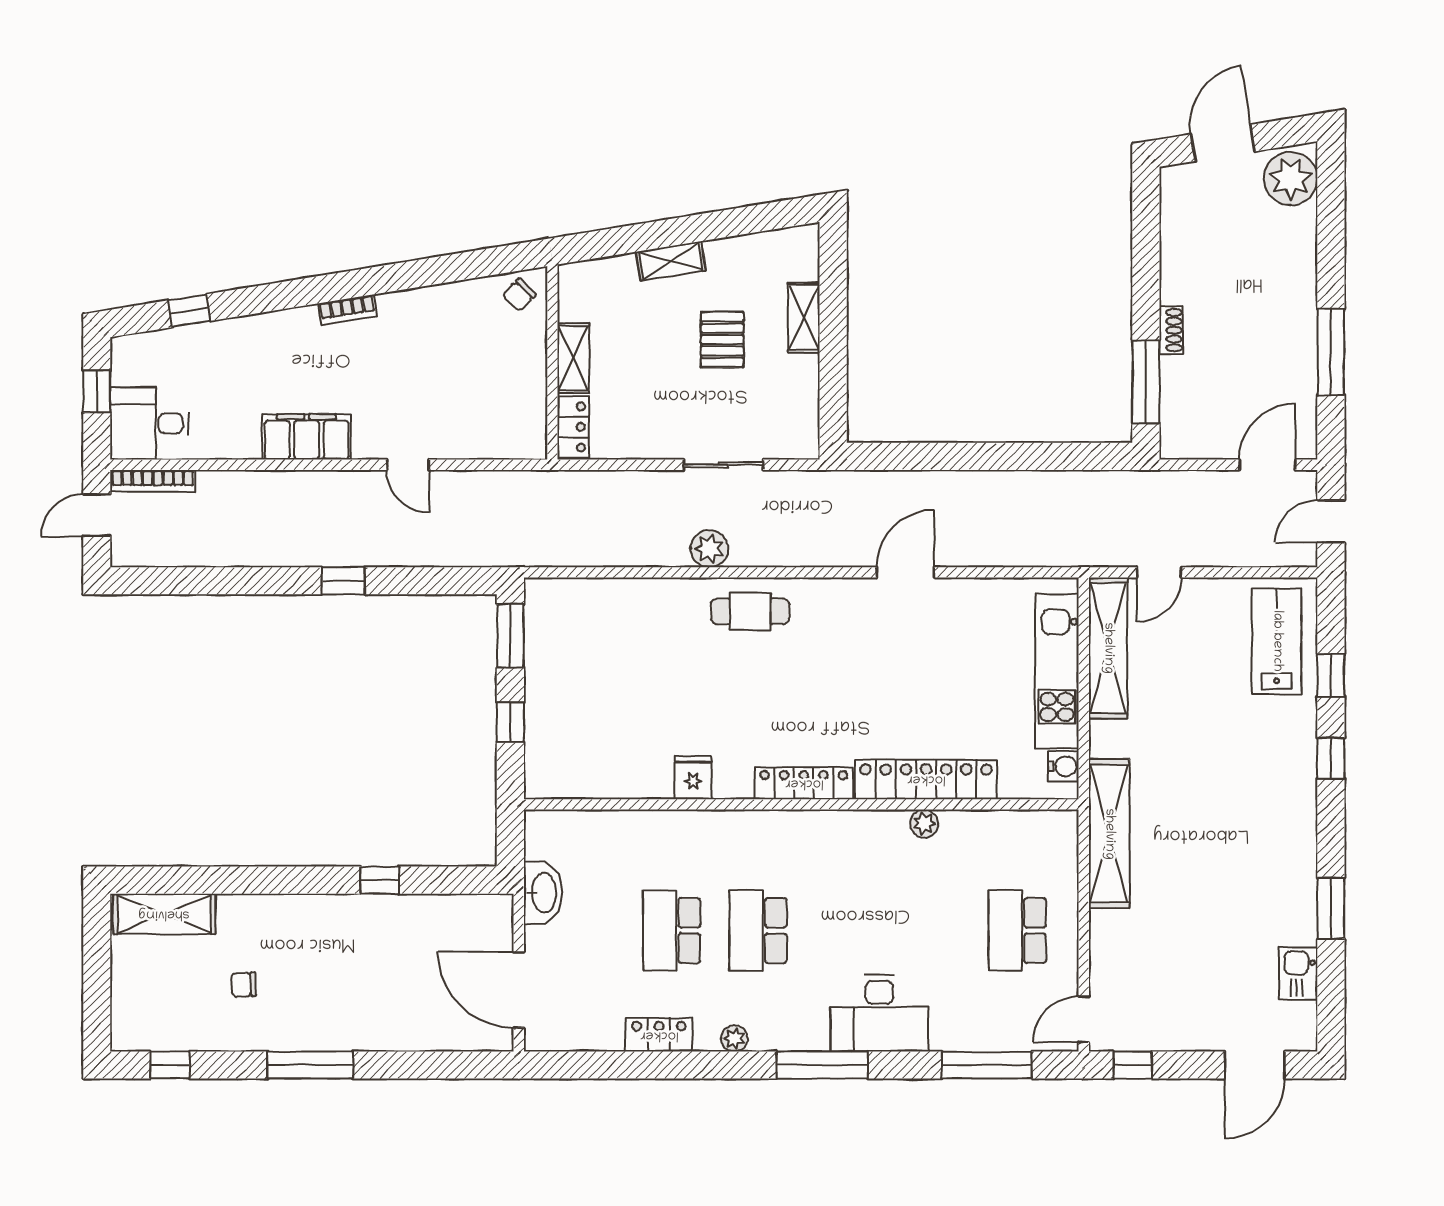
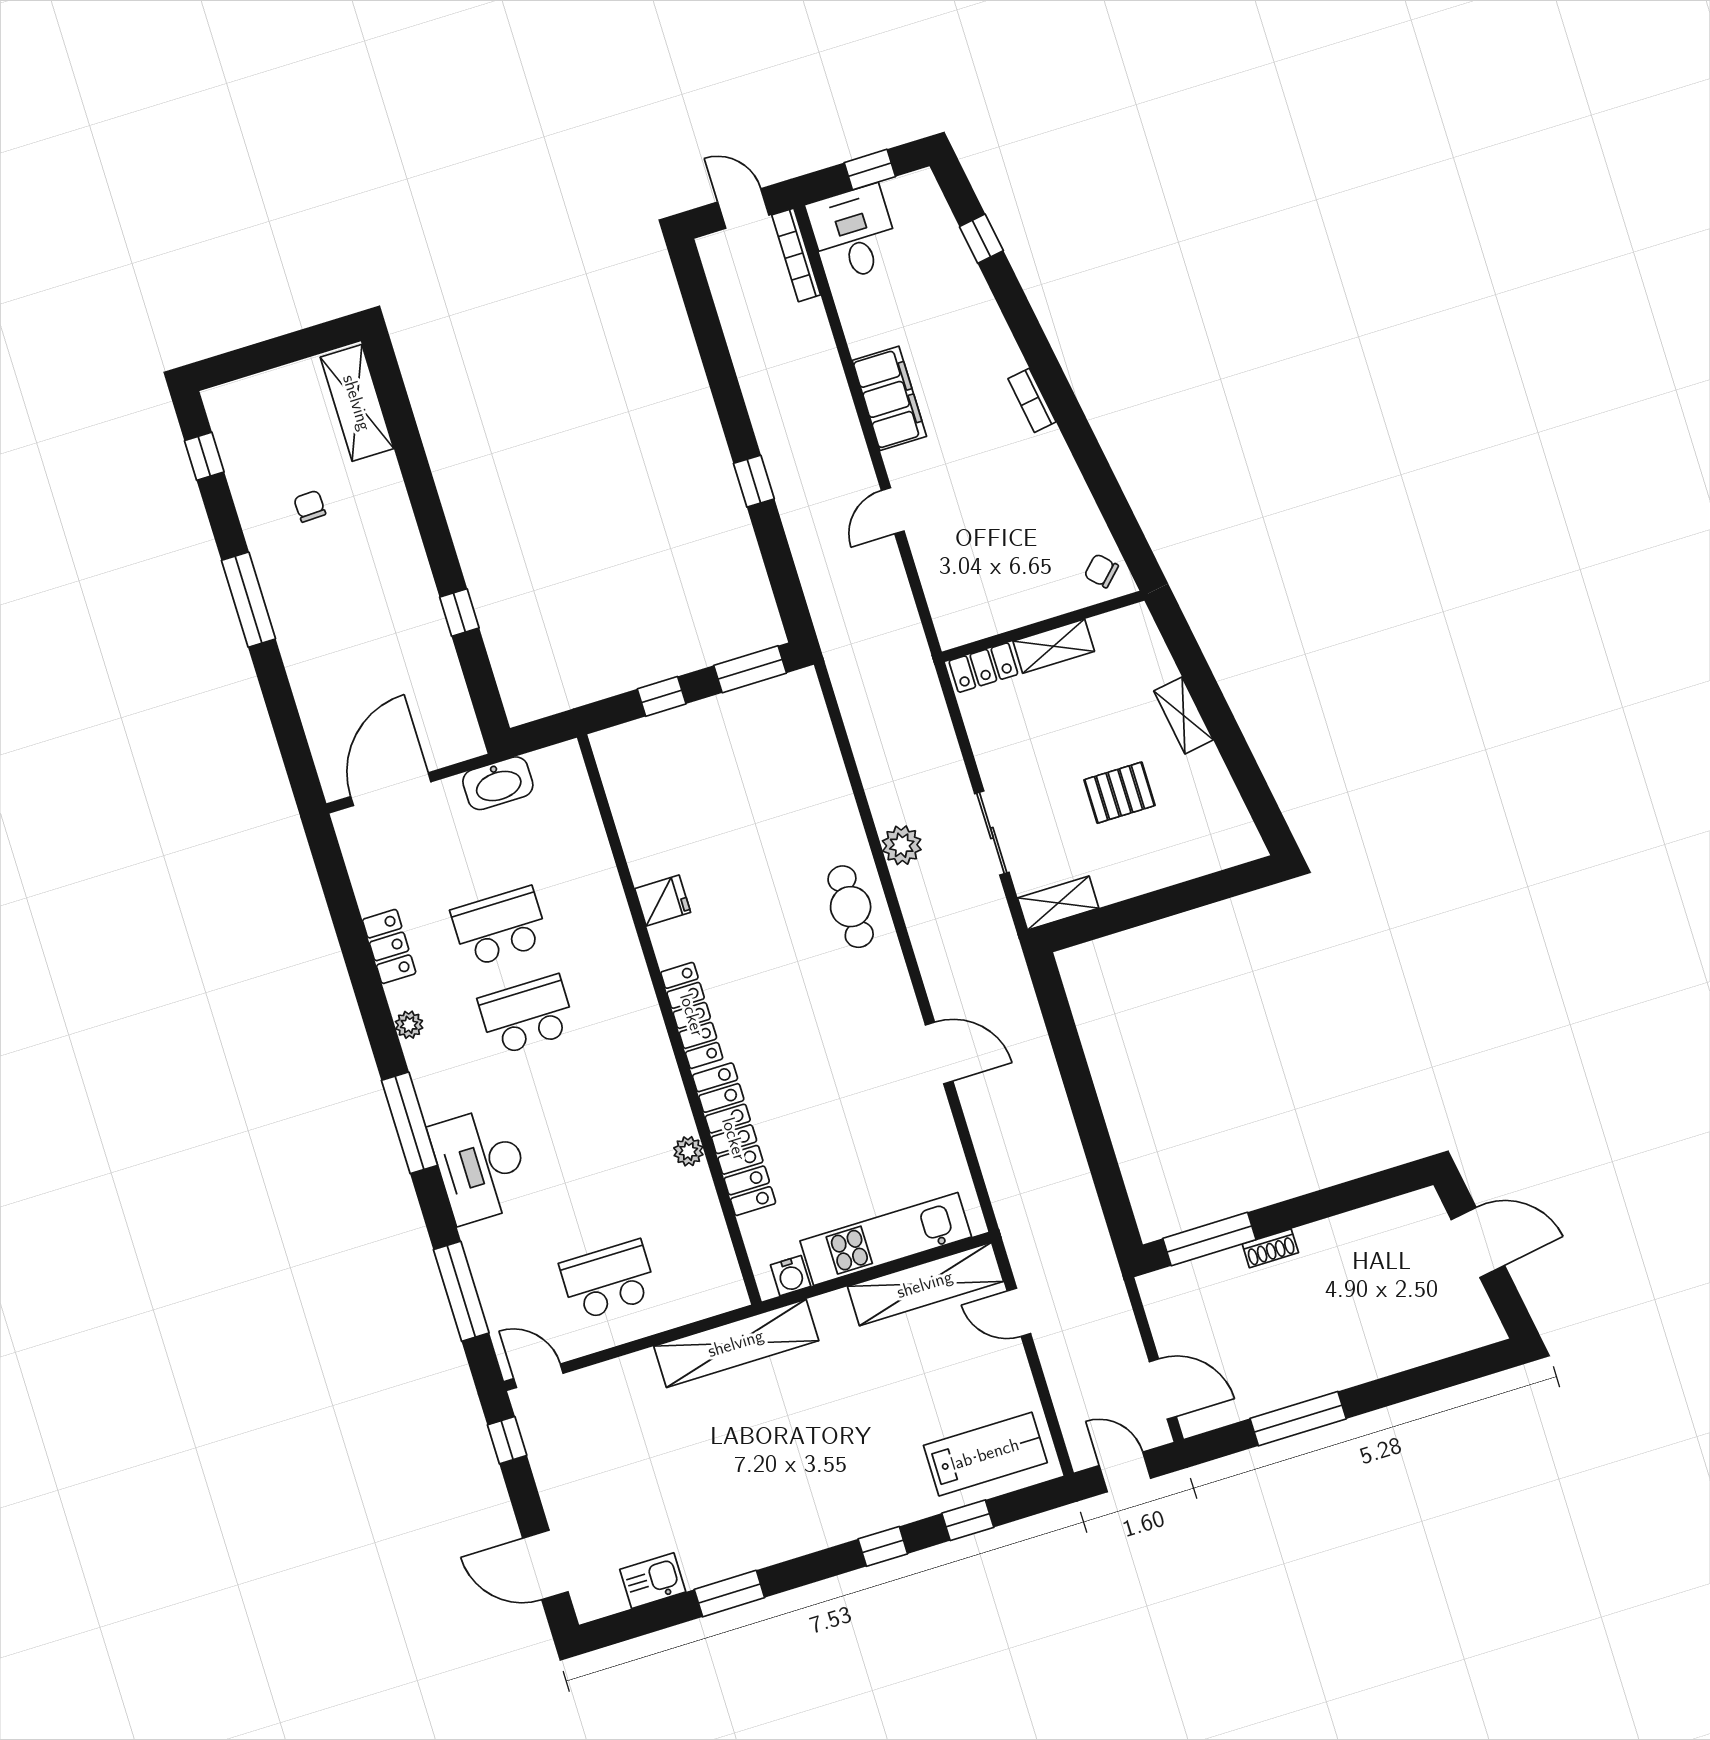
plant: (1291, 179) -> (1463, 1323), removed
shelving: (804, 318) -> (1058, 903), moved

